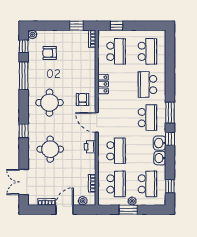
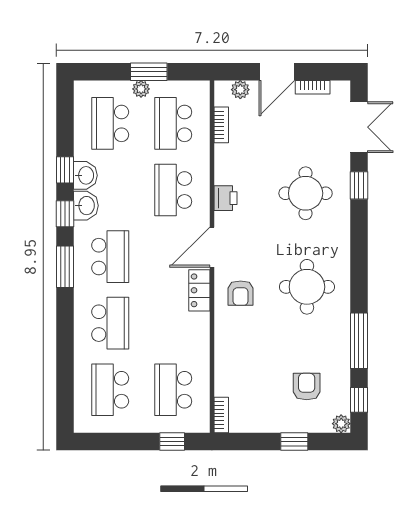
window: (76, 26) -> (294, 441), moved
armchair: (50, 53) -> (307, 387), turned -90
locker: (103, 84) -> (199, 290), moved
school desk: (147, 118) -> (110, 257), turned 180
door: (97, 122) -> (212, 247), swing flipped
window: (24, 131) -> (359, 185), moved
window: (170, 186) -> (65, 170), moved

